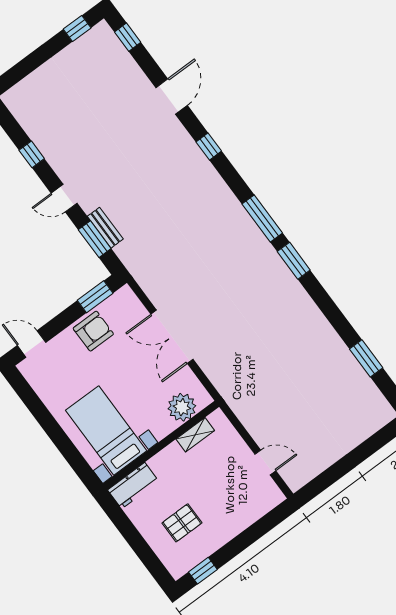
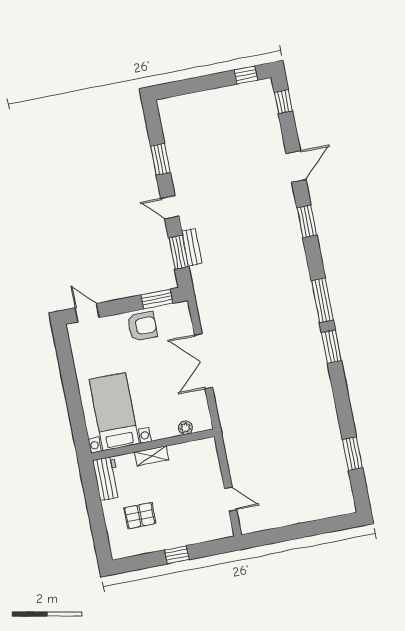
window: (209, 146) -> (307, 221), width x1.50
window: (32, 154) -> (160, 159), width x1.50
plant: (182, 407) -> (186, 428), width x0.53, depth x0.53
shelving: (195, 435) -> (152, 456), moved
workbench: (133, 486) -> (107, 478), moved, turned -90
window: (203, 571) -> (177, 555), moved

